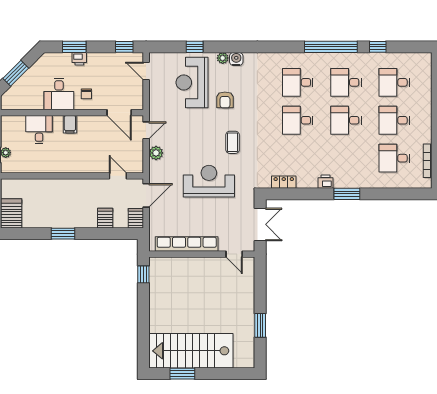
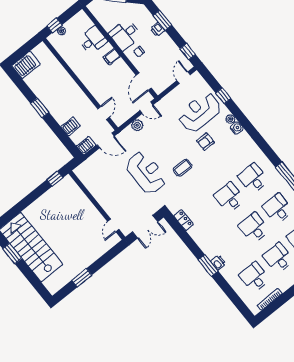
printer: (326, 182) -> (218, 262), moved
row of seats: (187, 244) -> (96, 191), removed

